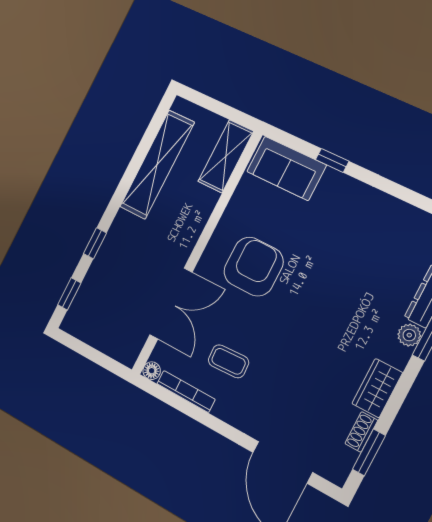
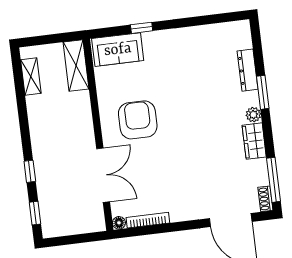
shelving: (157, 165) -> (31, 76), width x0.45, depth x0.75
plant: (409, 335) -> (253, 115), moved
coffee table: (229, 361) -> (161, 185), removed
shoe rack: (361, 432) -> (265, 199), moved
window: (369, 452) -> (274, 180), width x1.44

